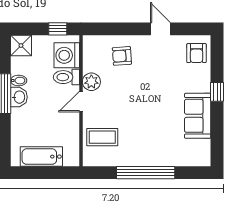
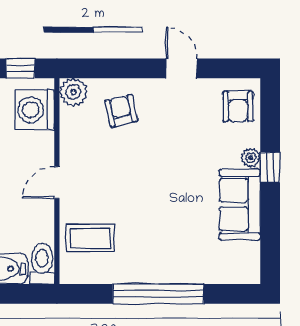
armchair: (122, 56) -> (121, 111), turned 81
toilet: (66, 77) -> (42, 264), moved, turned 90
plant: (91, 82) -> (73, 92), moved
plant: (205, 86) -> (251, 158), added

